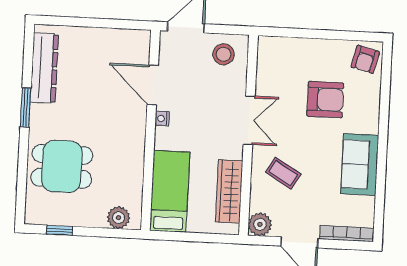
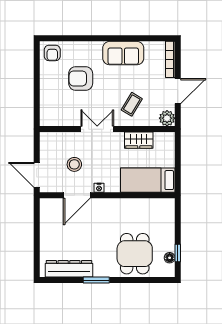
stool: (224, 54) -> (74, 164), moved
armchair: (365, 59) -> (52, 53), turned 76
armchair: (325, 100) -> (81, 78), turned -90
wardrobe: (229, 191) -> (139, 140), width x0.67
floor lamp: (53, 218) -> (170, 258), added
plant: (119, 218) -> (167, 214), removed

